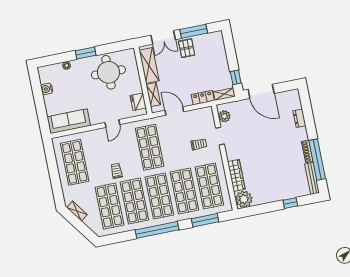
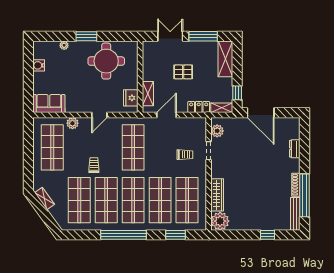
double door: (163, 37) -> (170, 36), swing flipped
pallet: (187, 48) -> (183, 72), moved, turned 90
shelving: (149, 65) -> (225, 59), moved
door: (174, 111) -> (166, 115), hinge flipped
sofa: (69, 121) -> (49, 104), width x0.73
plant: (89, 136) -> (72, 123), added
window: (205, 220) -> (175, 235), width x0.69

